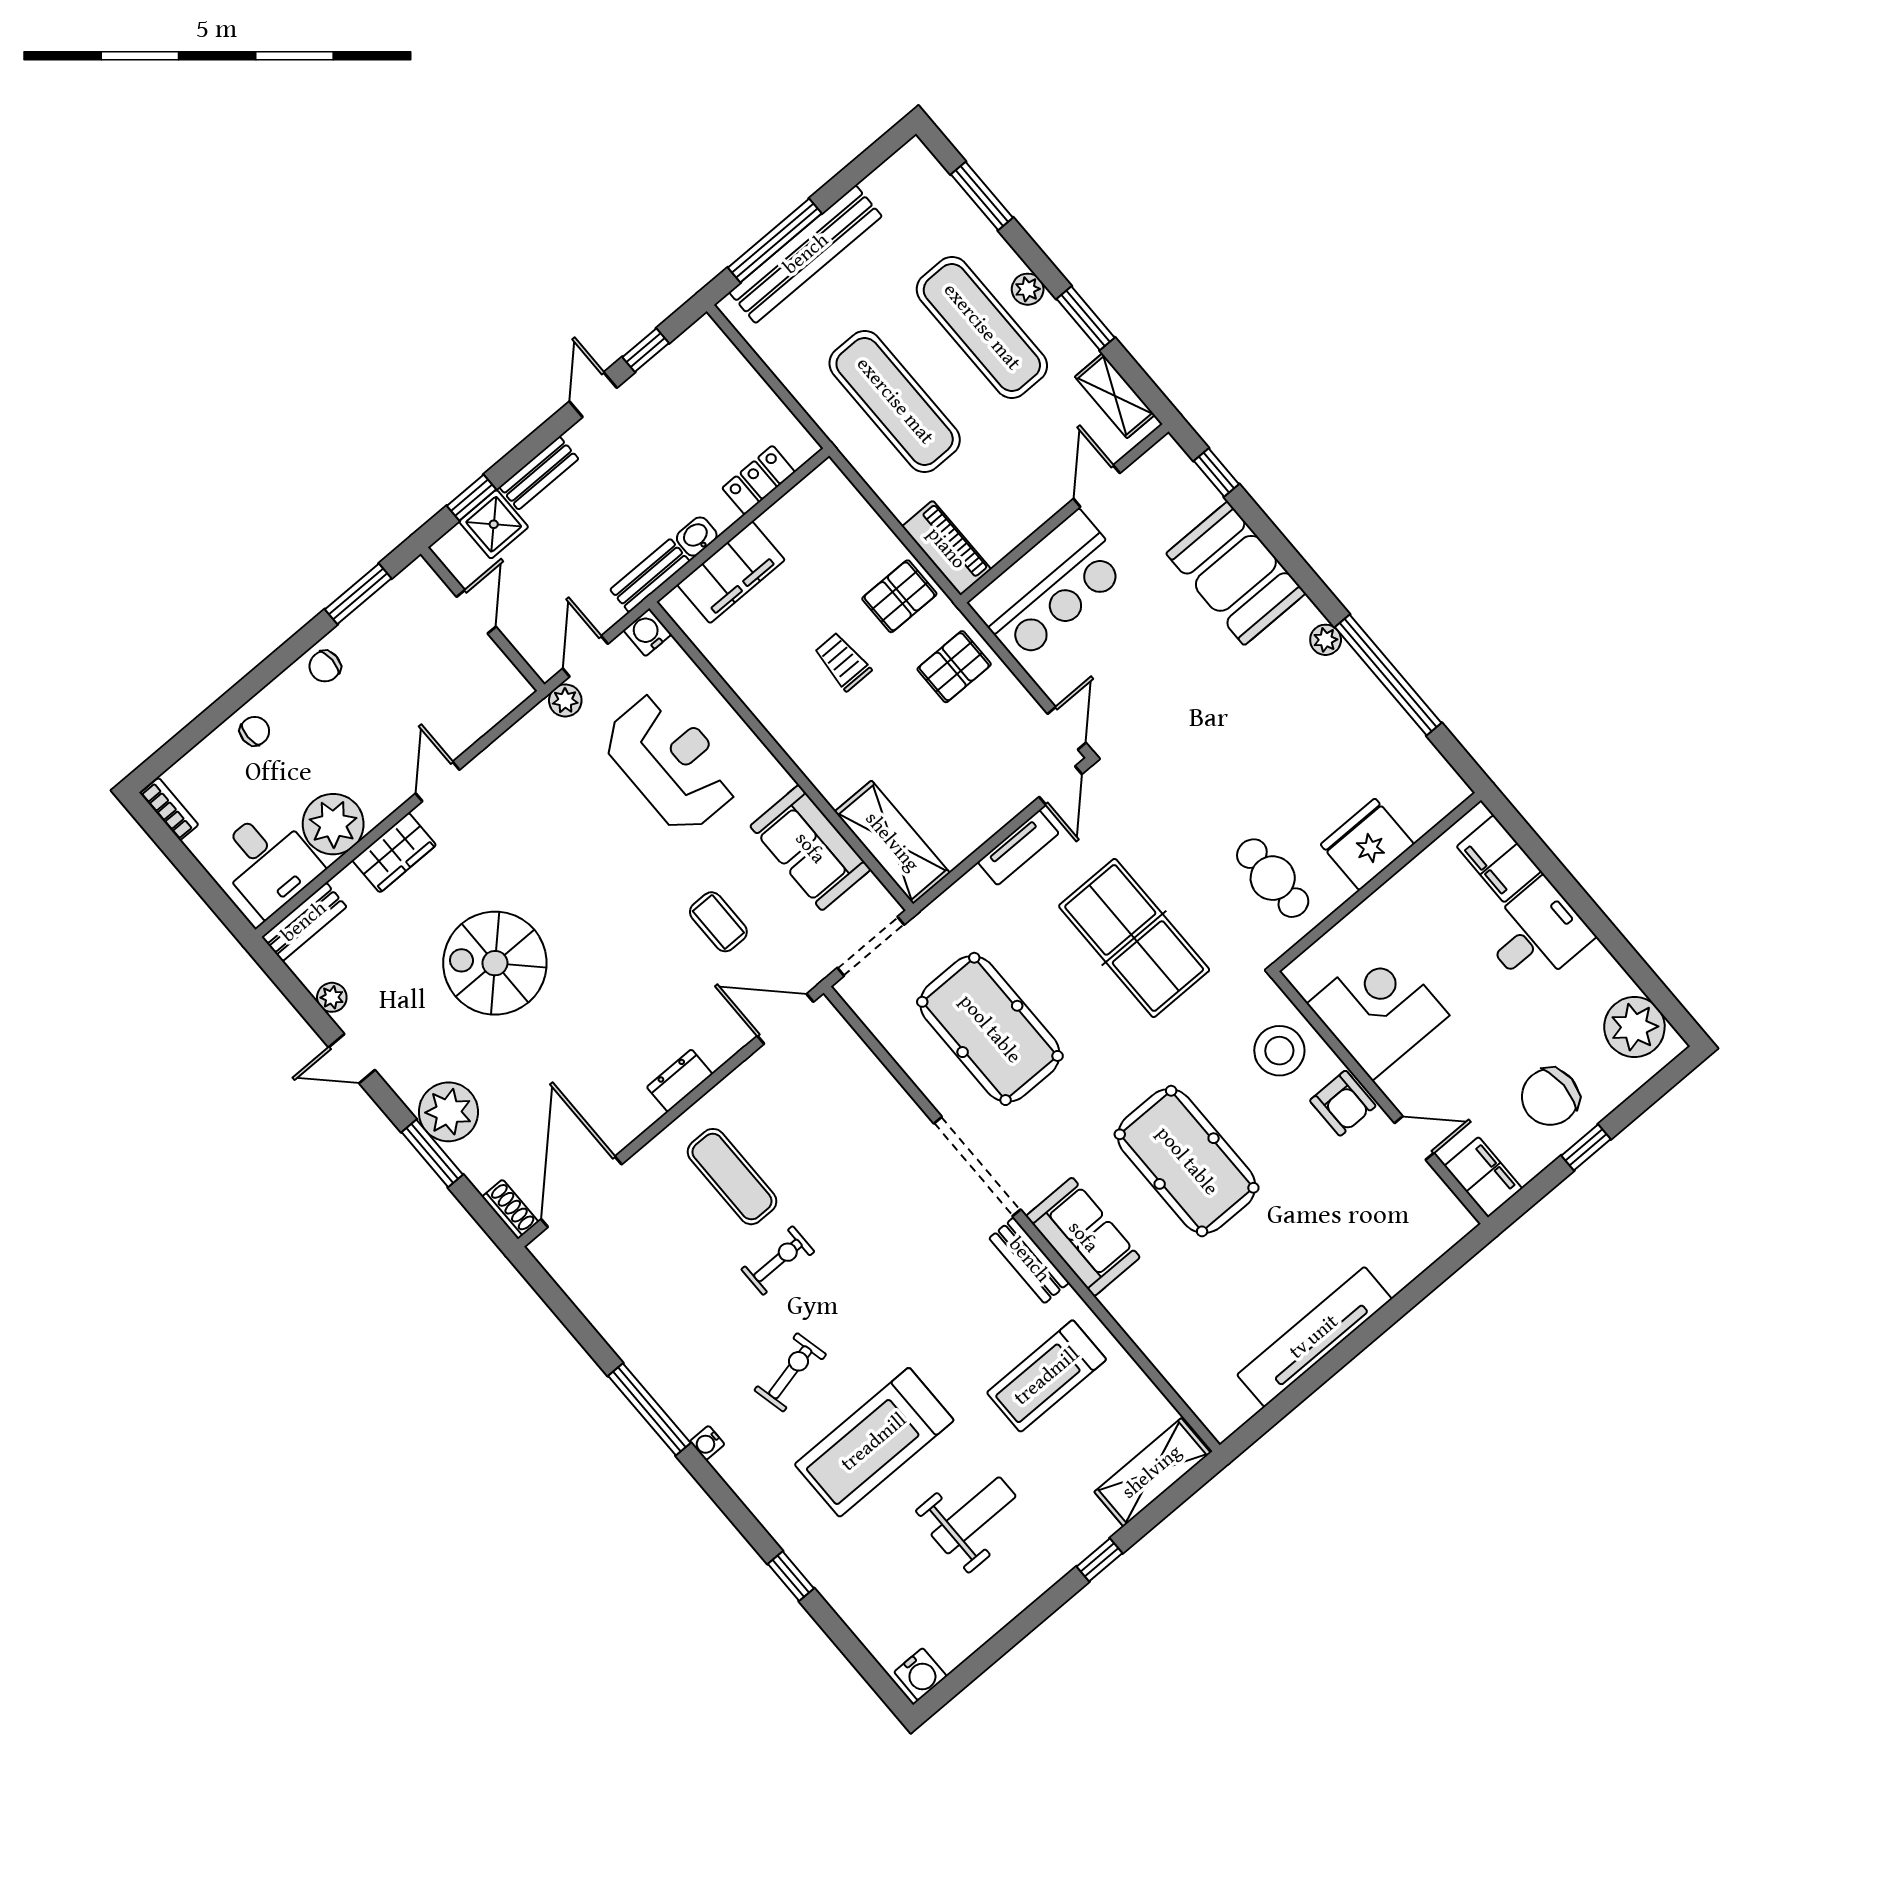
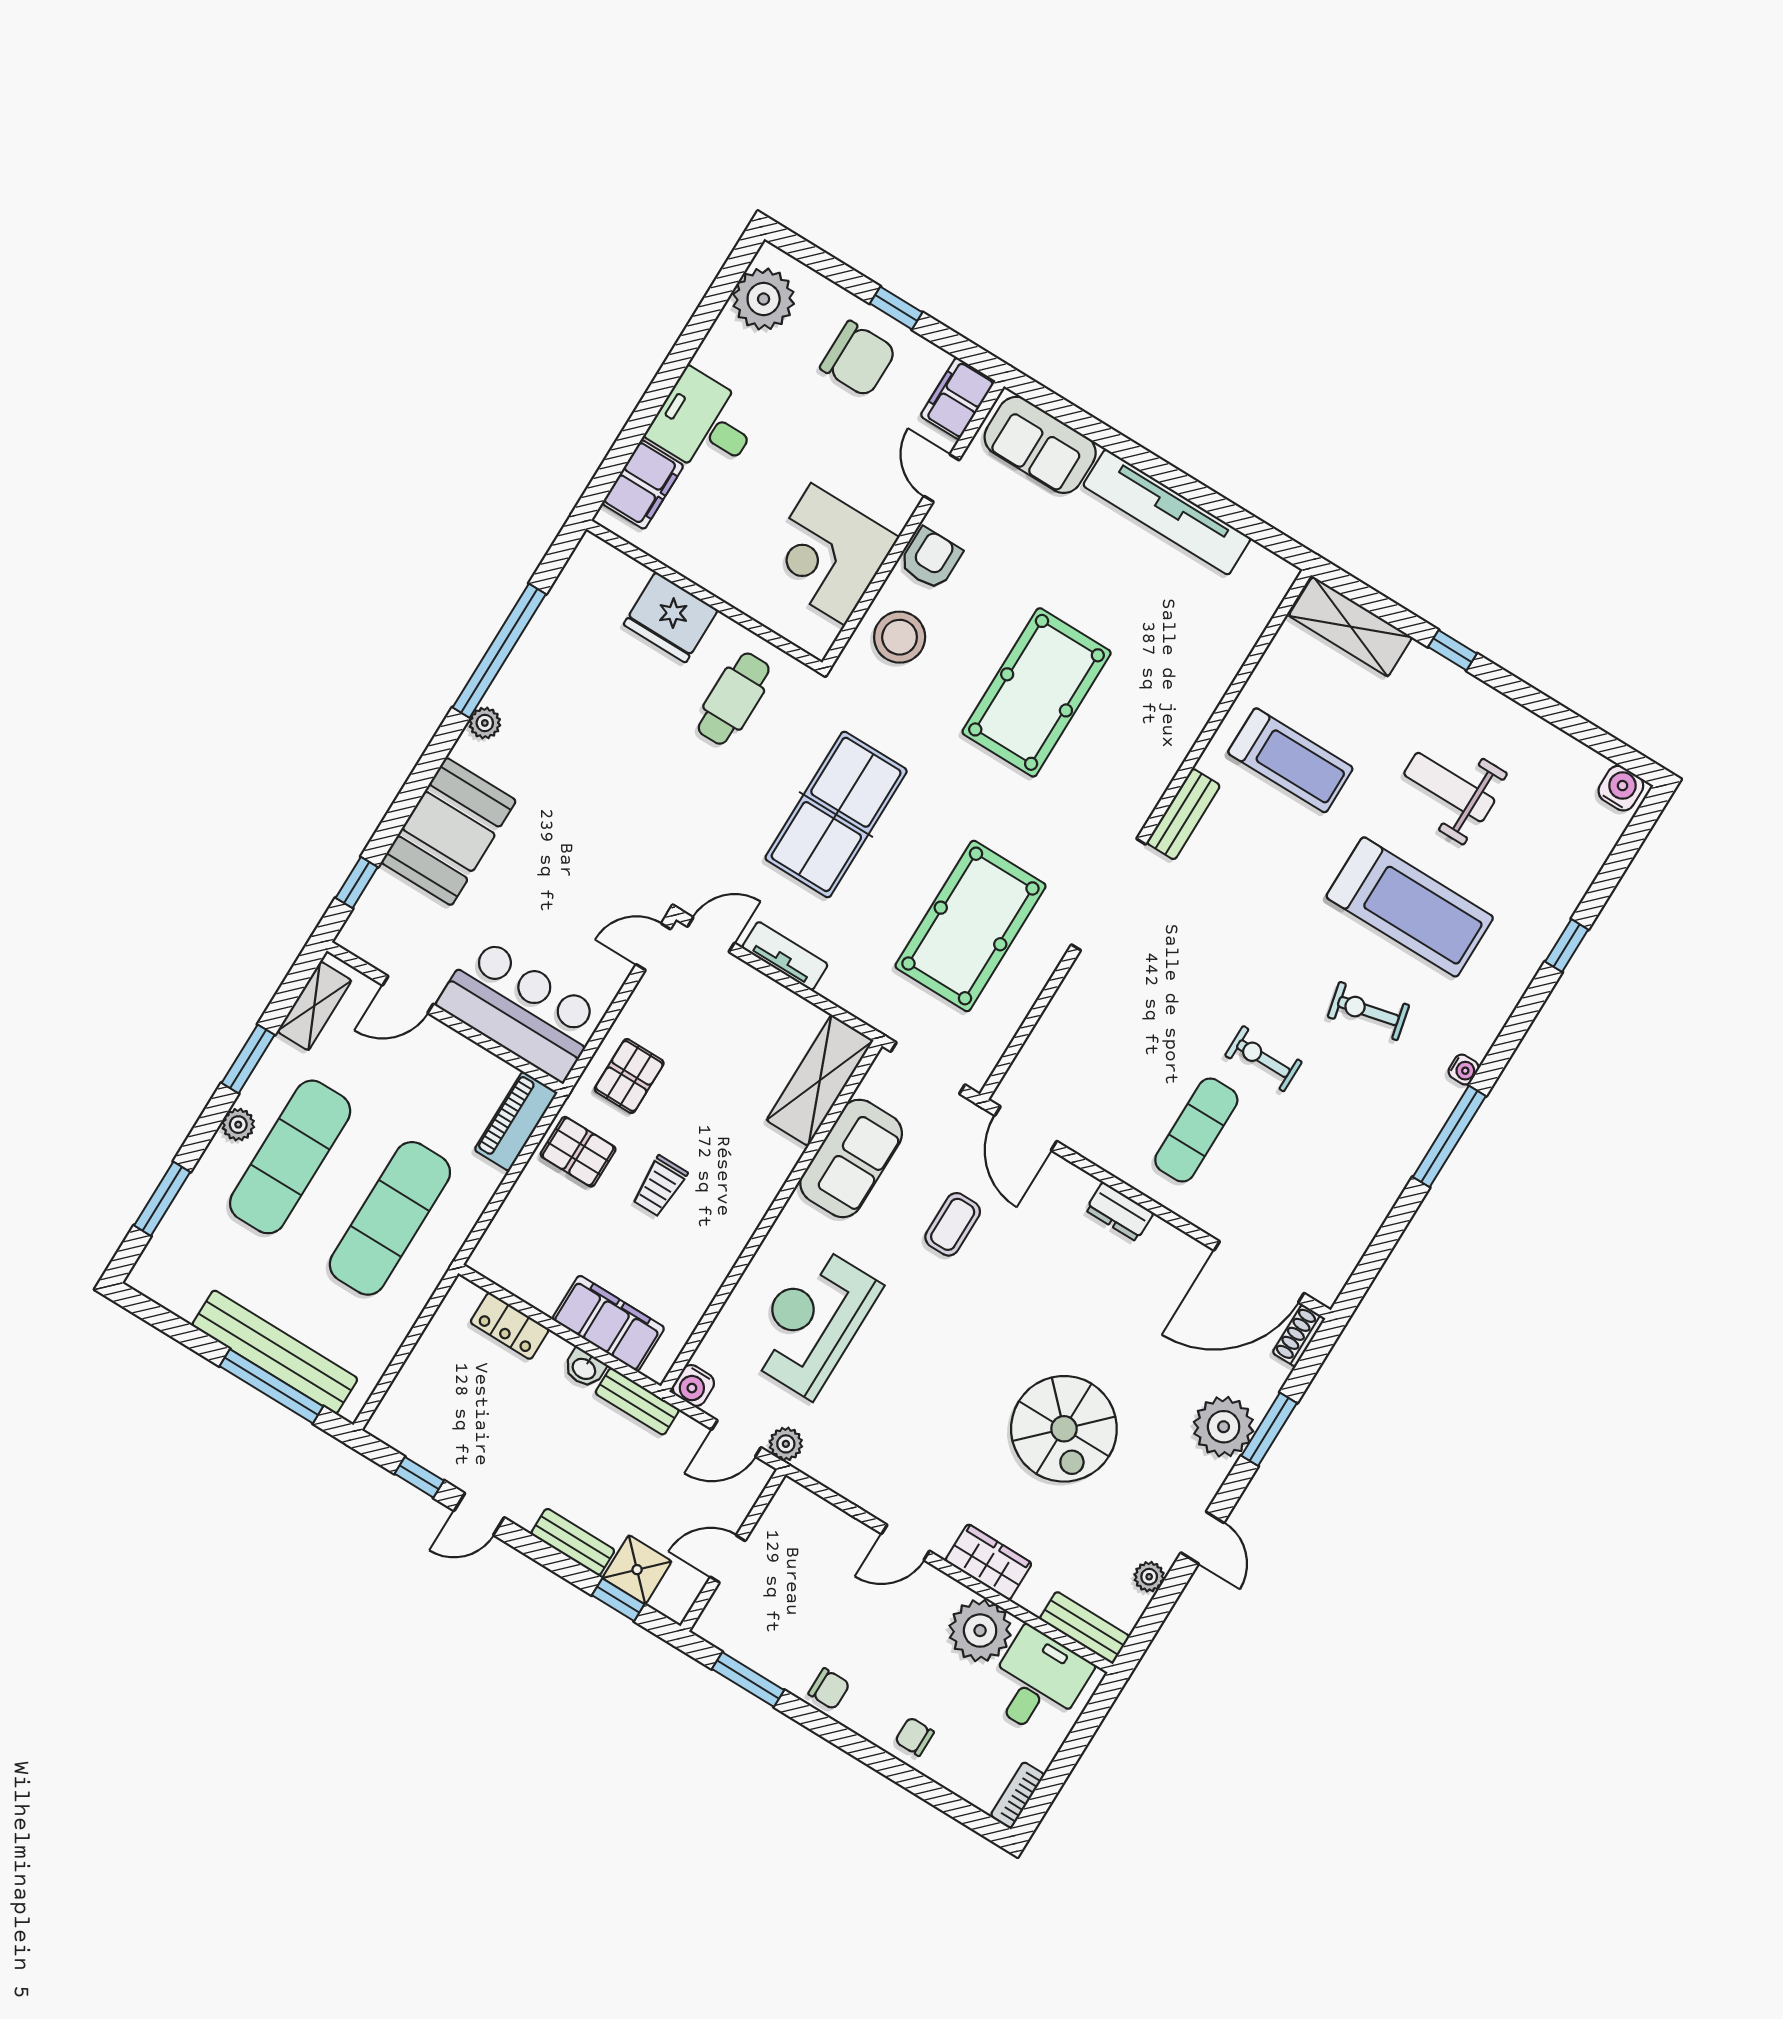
pallet: (954, 667) -> (629, 1076), turned 90
sofa: (1083, 1237) -> (1040, 445), moved, turned -90

